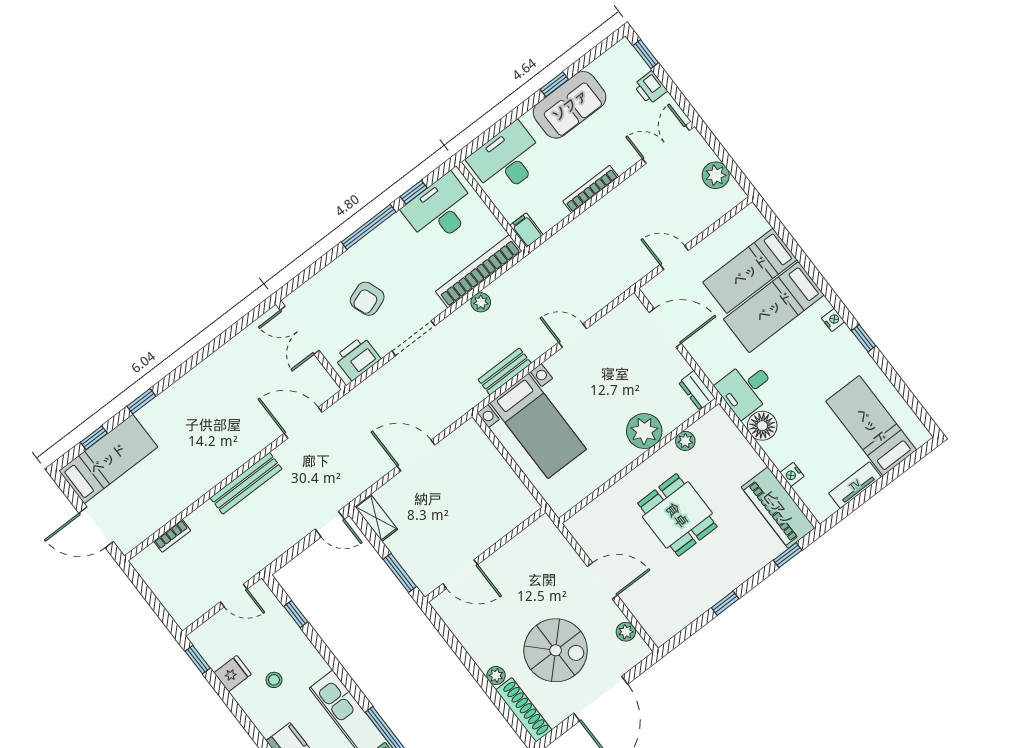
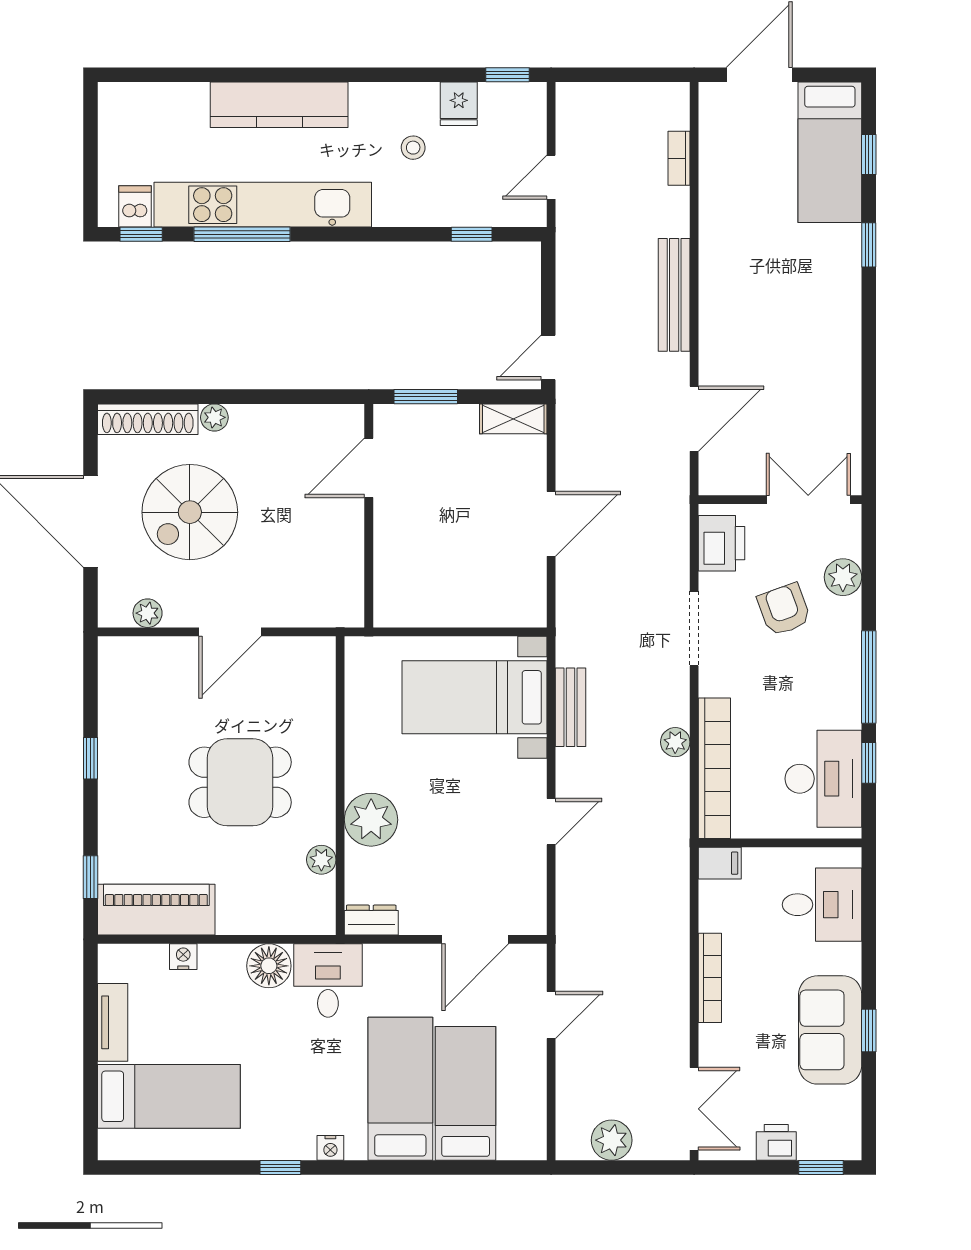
desk: (507, 160) -> (822, 905), width x0.73
plant: (326, 281) -> (843, 577), added

